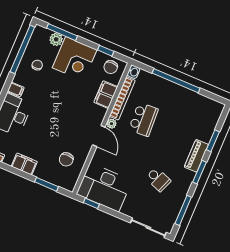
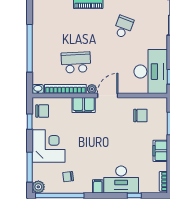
plant: (56, 39) -> (38, 187), moved
filing cabinet: (106, 95) -> (84, 105), moved

